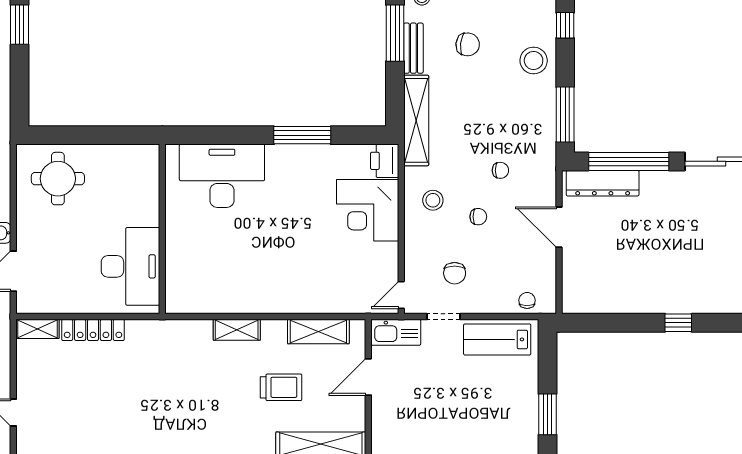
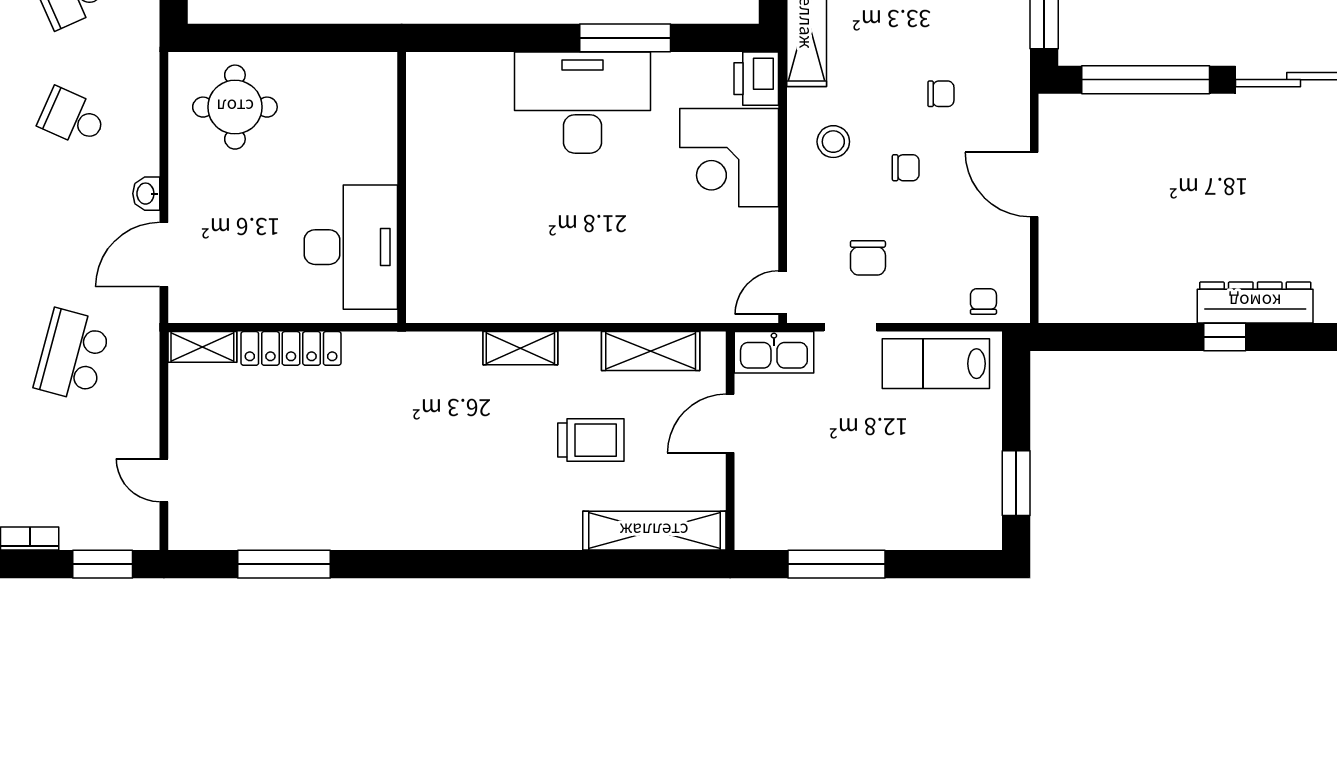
desk: (222, 176) -> (582, 103), moved
dresser: (603, 183) -> (1255, 302), moved, turned 180

